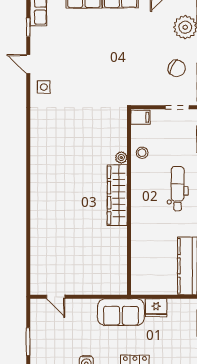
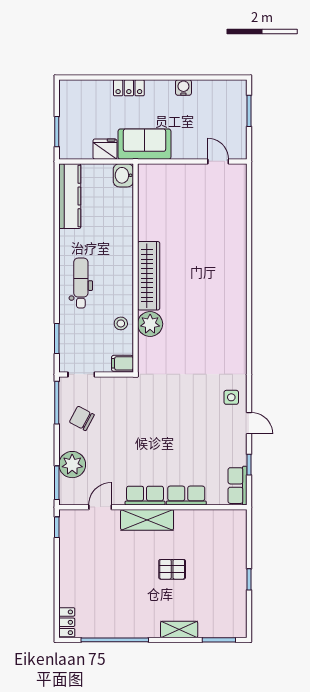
plant: (121, 157) -> (150, 324), width x1.87, depth x1.87
dental chair: (178, 189) -> (81, 283), turned 180
washbasin: (140, 284) -> (123, 175), added

